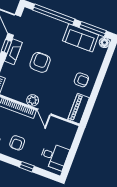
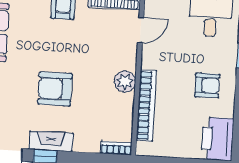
door: (44, 112) -> (141, 30), moved

